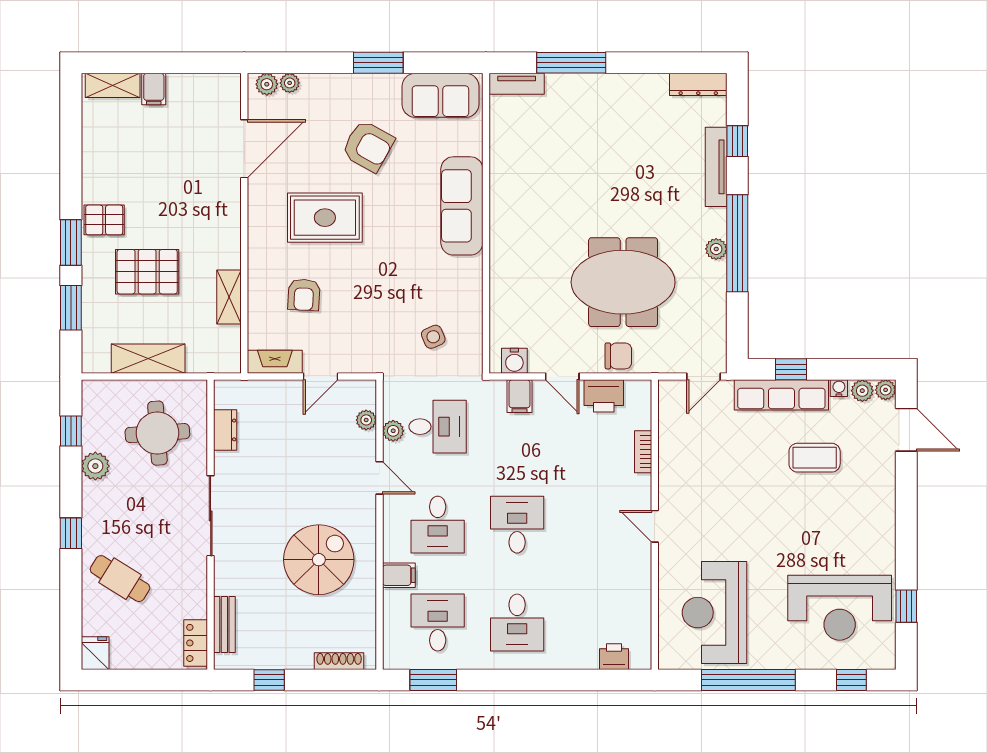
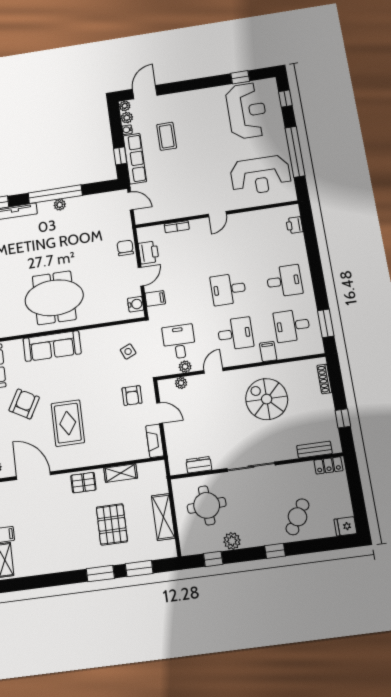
pallet: (104, 220) -> (83, 483), moved, turned 90
meeting table: (623, 282) -> (54, 298), moved, turned 90
armchair: (304, 295) -> (132, 396), moved, turned 87

